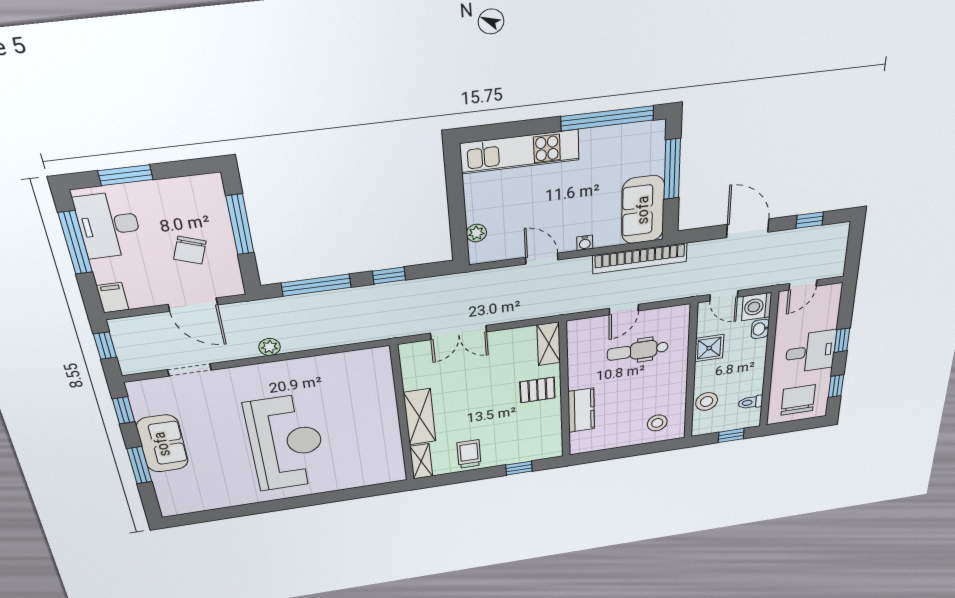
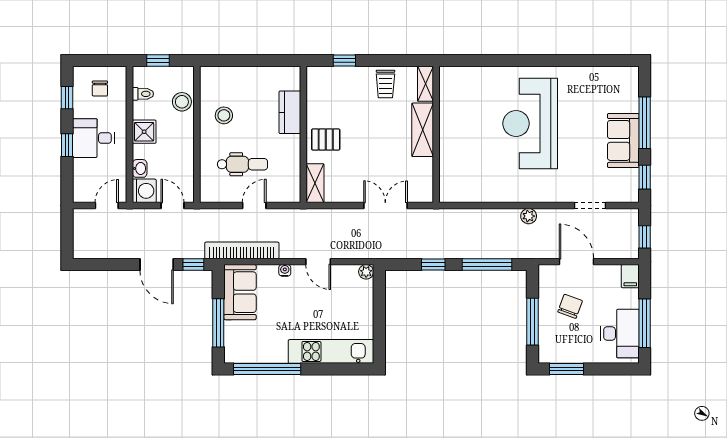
window: (125, 175) -> (567, 369), moved
window: (810, 220) -> (193, 264), moved
plant: (476, 233) -> (366, 272), moved
shower: (709, 348) -> (144, 132), moved
chair: (798, 400) -> (100, 89), width x0.54, depth x0.54
stool: (657, 423) -> (224, 115), moved
window: (139, 465) -> (645, 123), width x1.44

